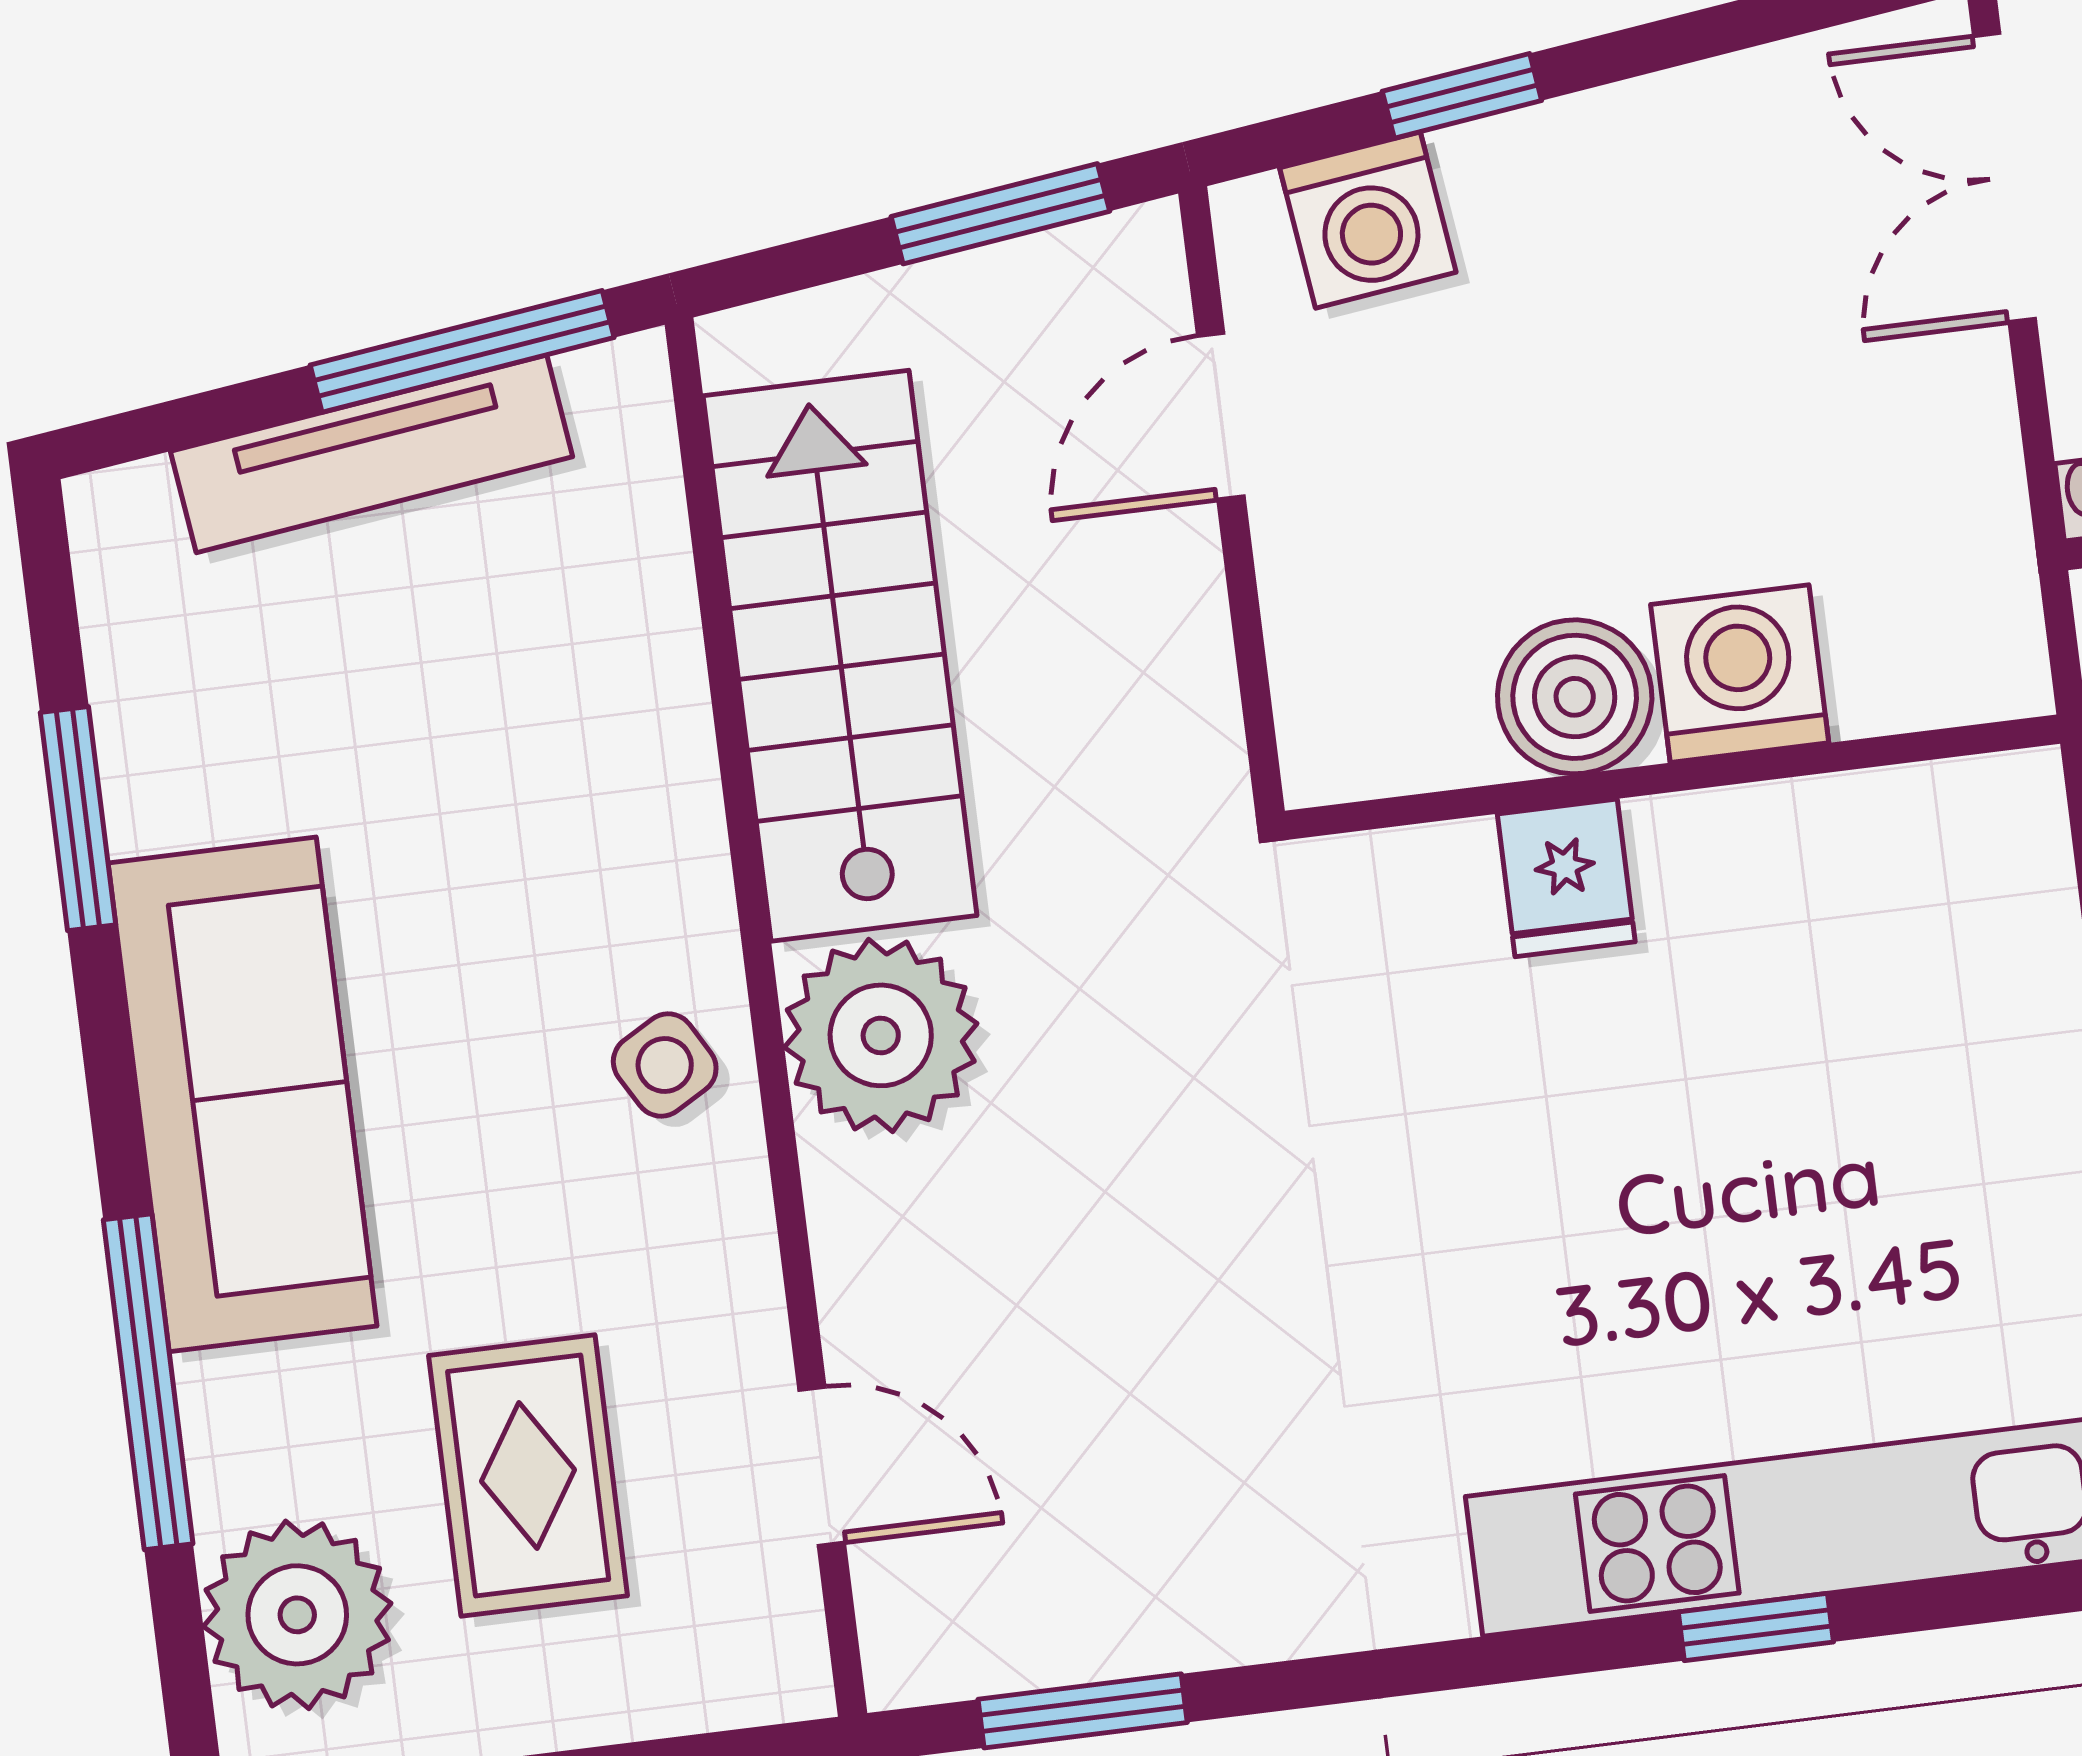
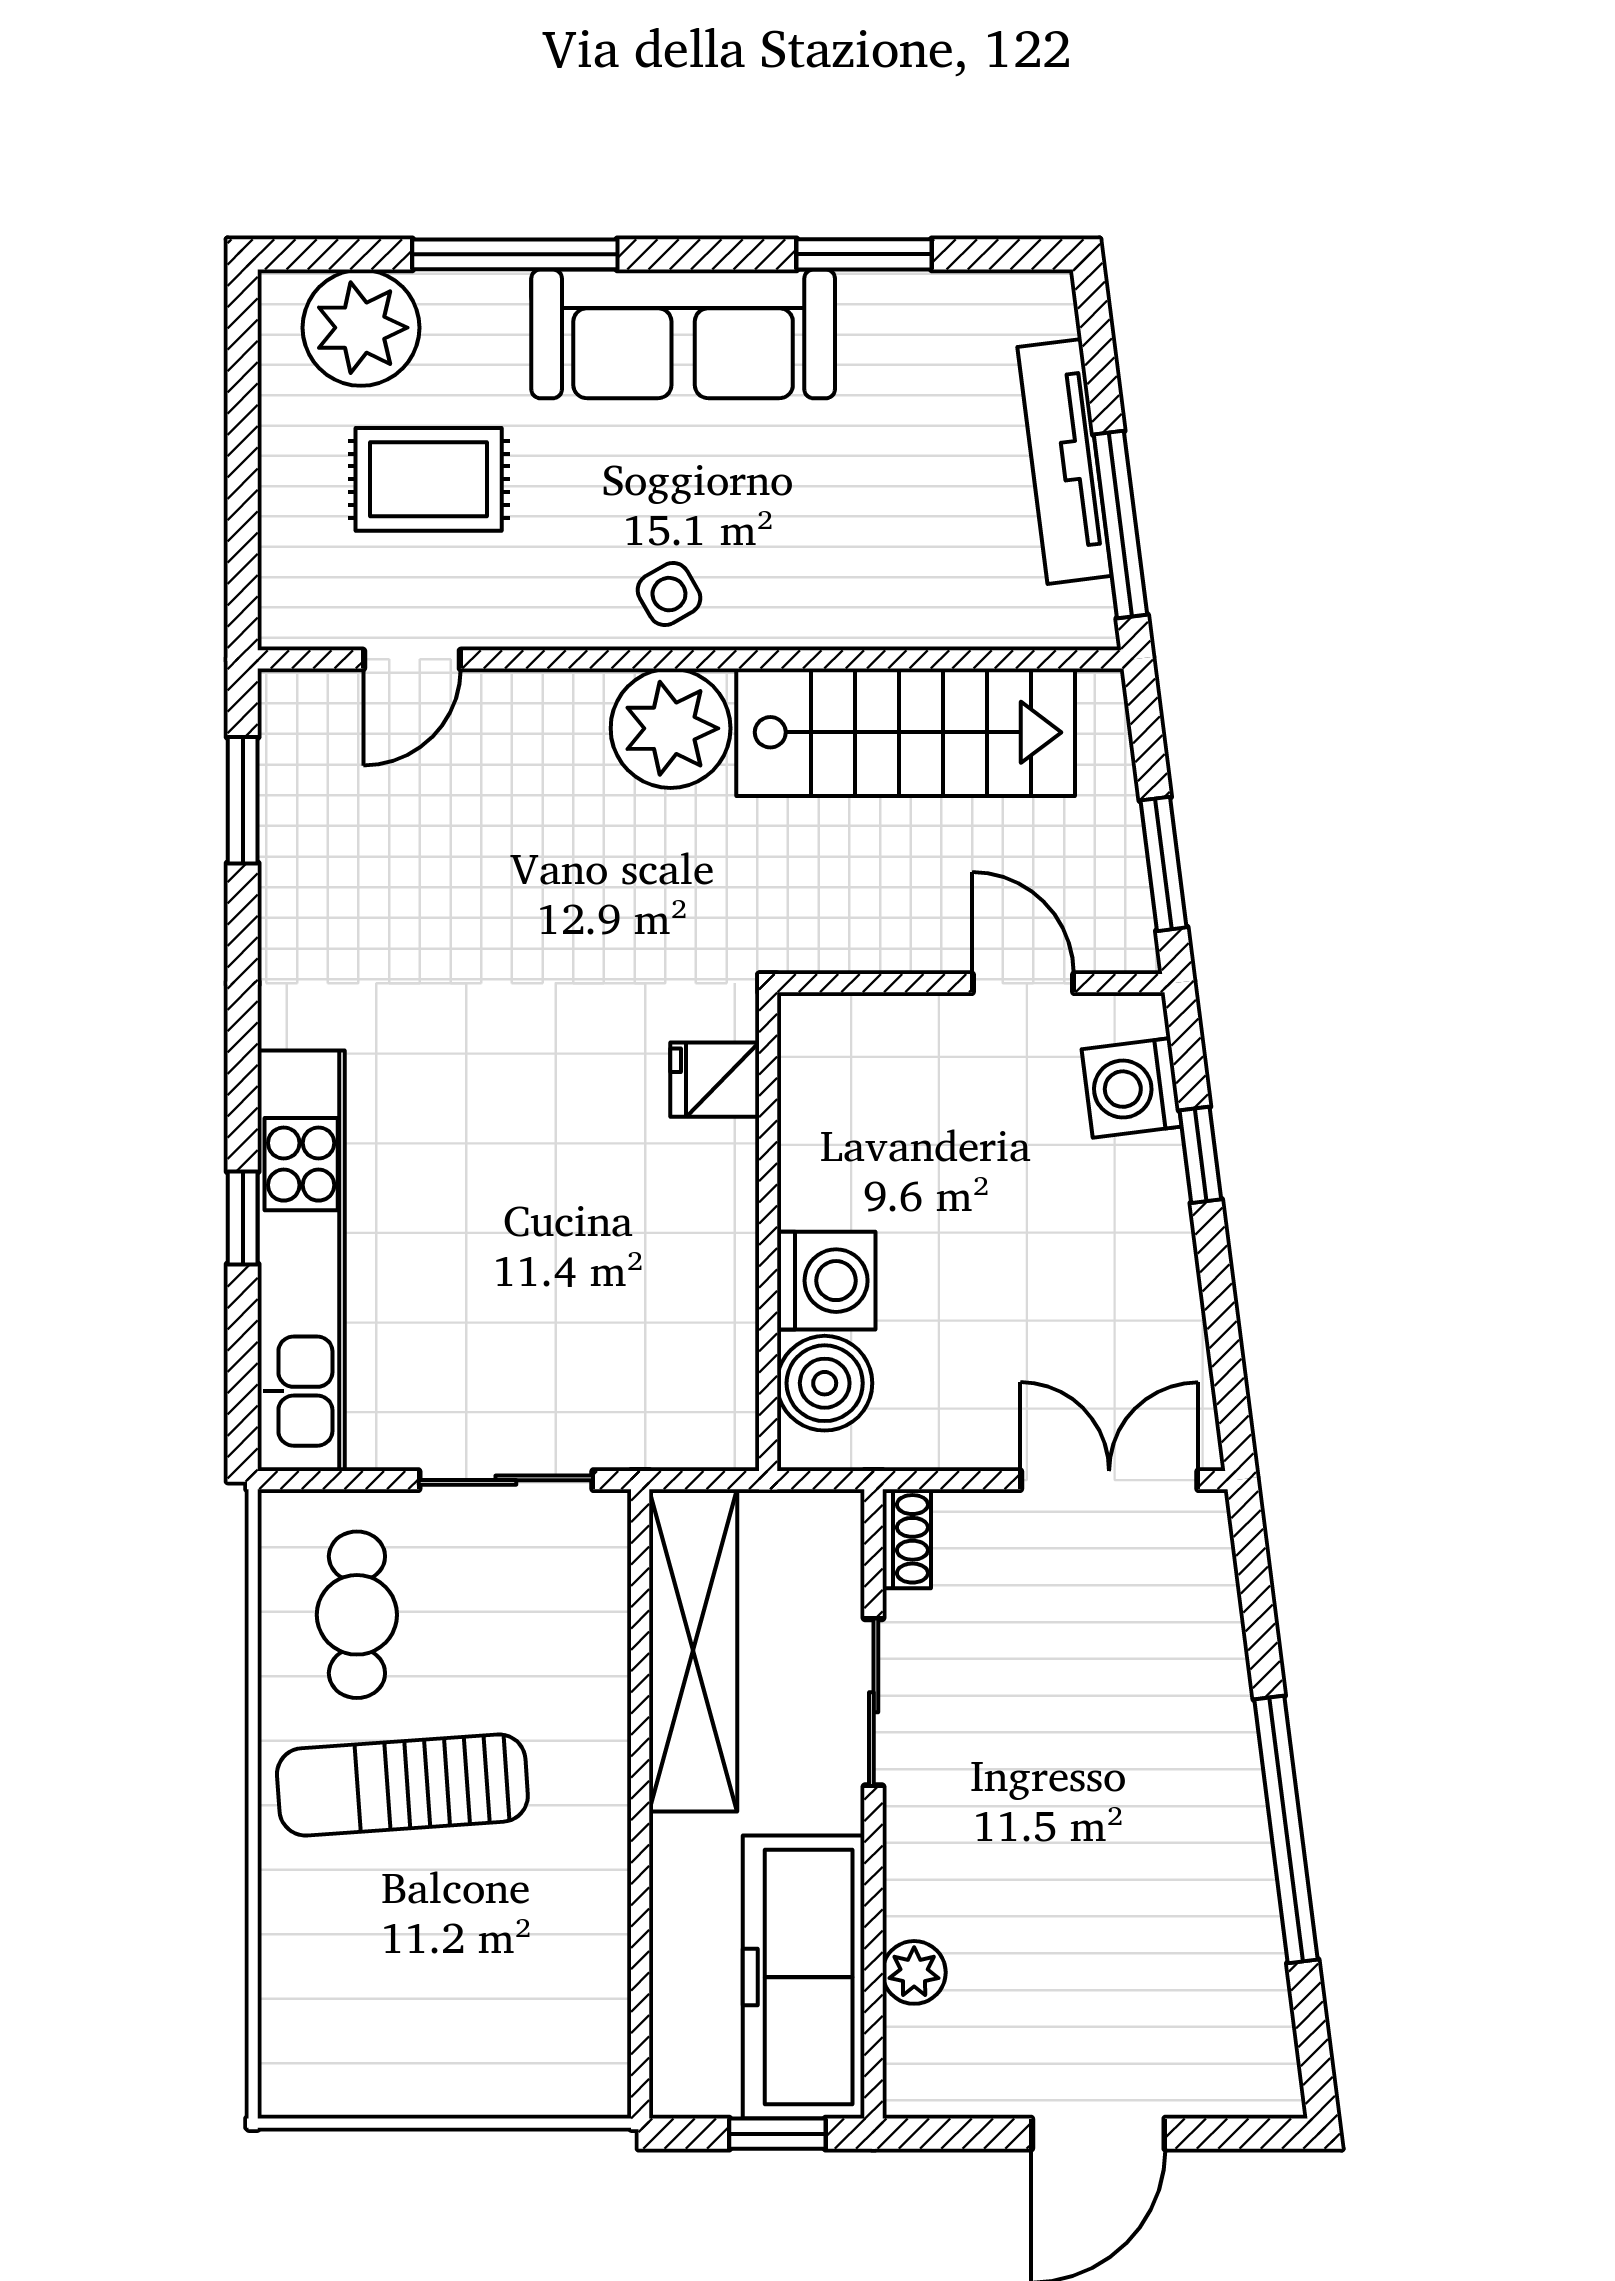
boiler: (1575, 697) -> (825, 1383), moved
fridge: (1566, 878) -> (715, 1080), moved

